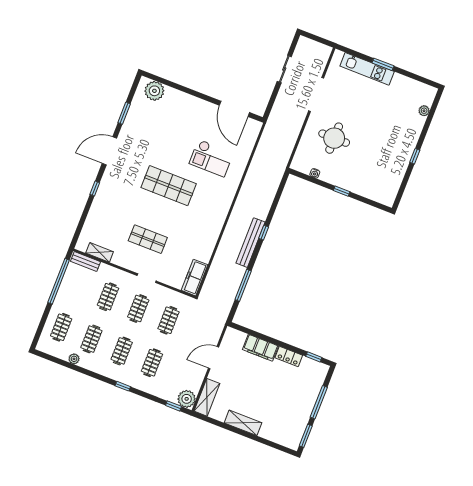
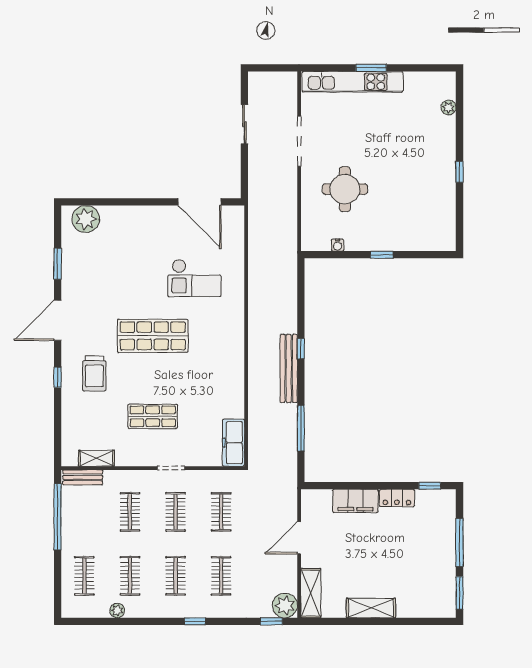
kitchen unit: (367, 69) -> (353, 82), width x1.36
trolley: (120, 196) -> (94, 373), added

